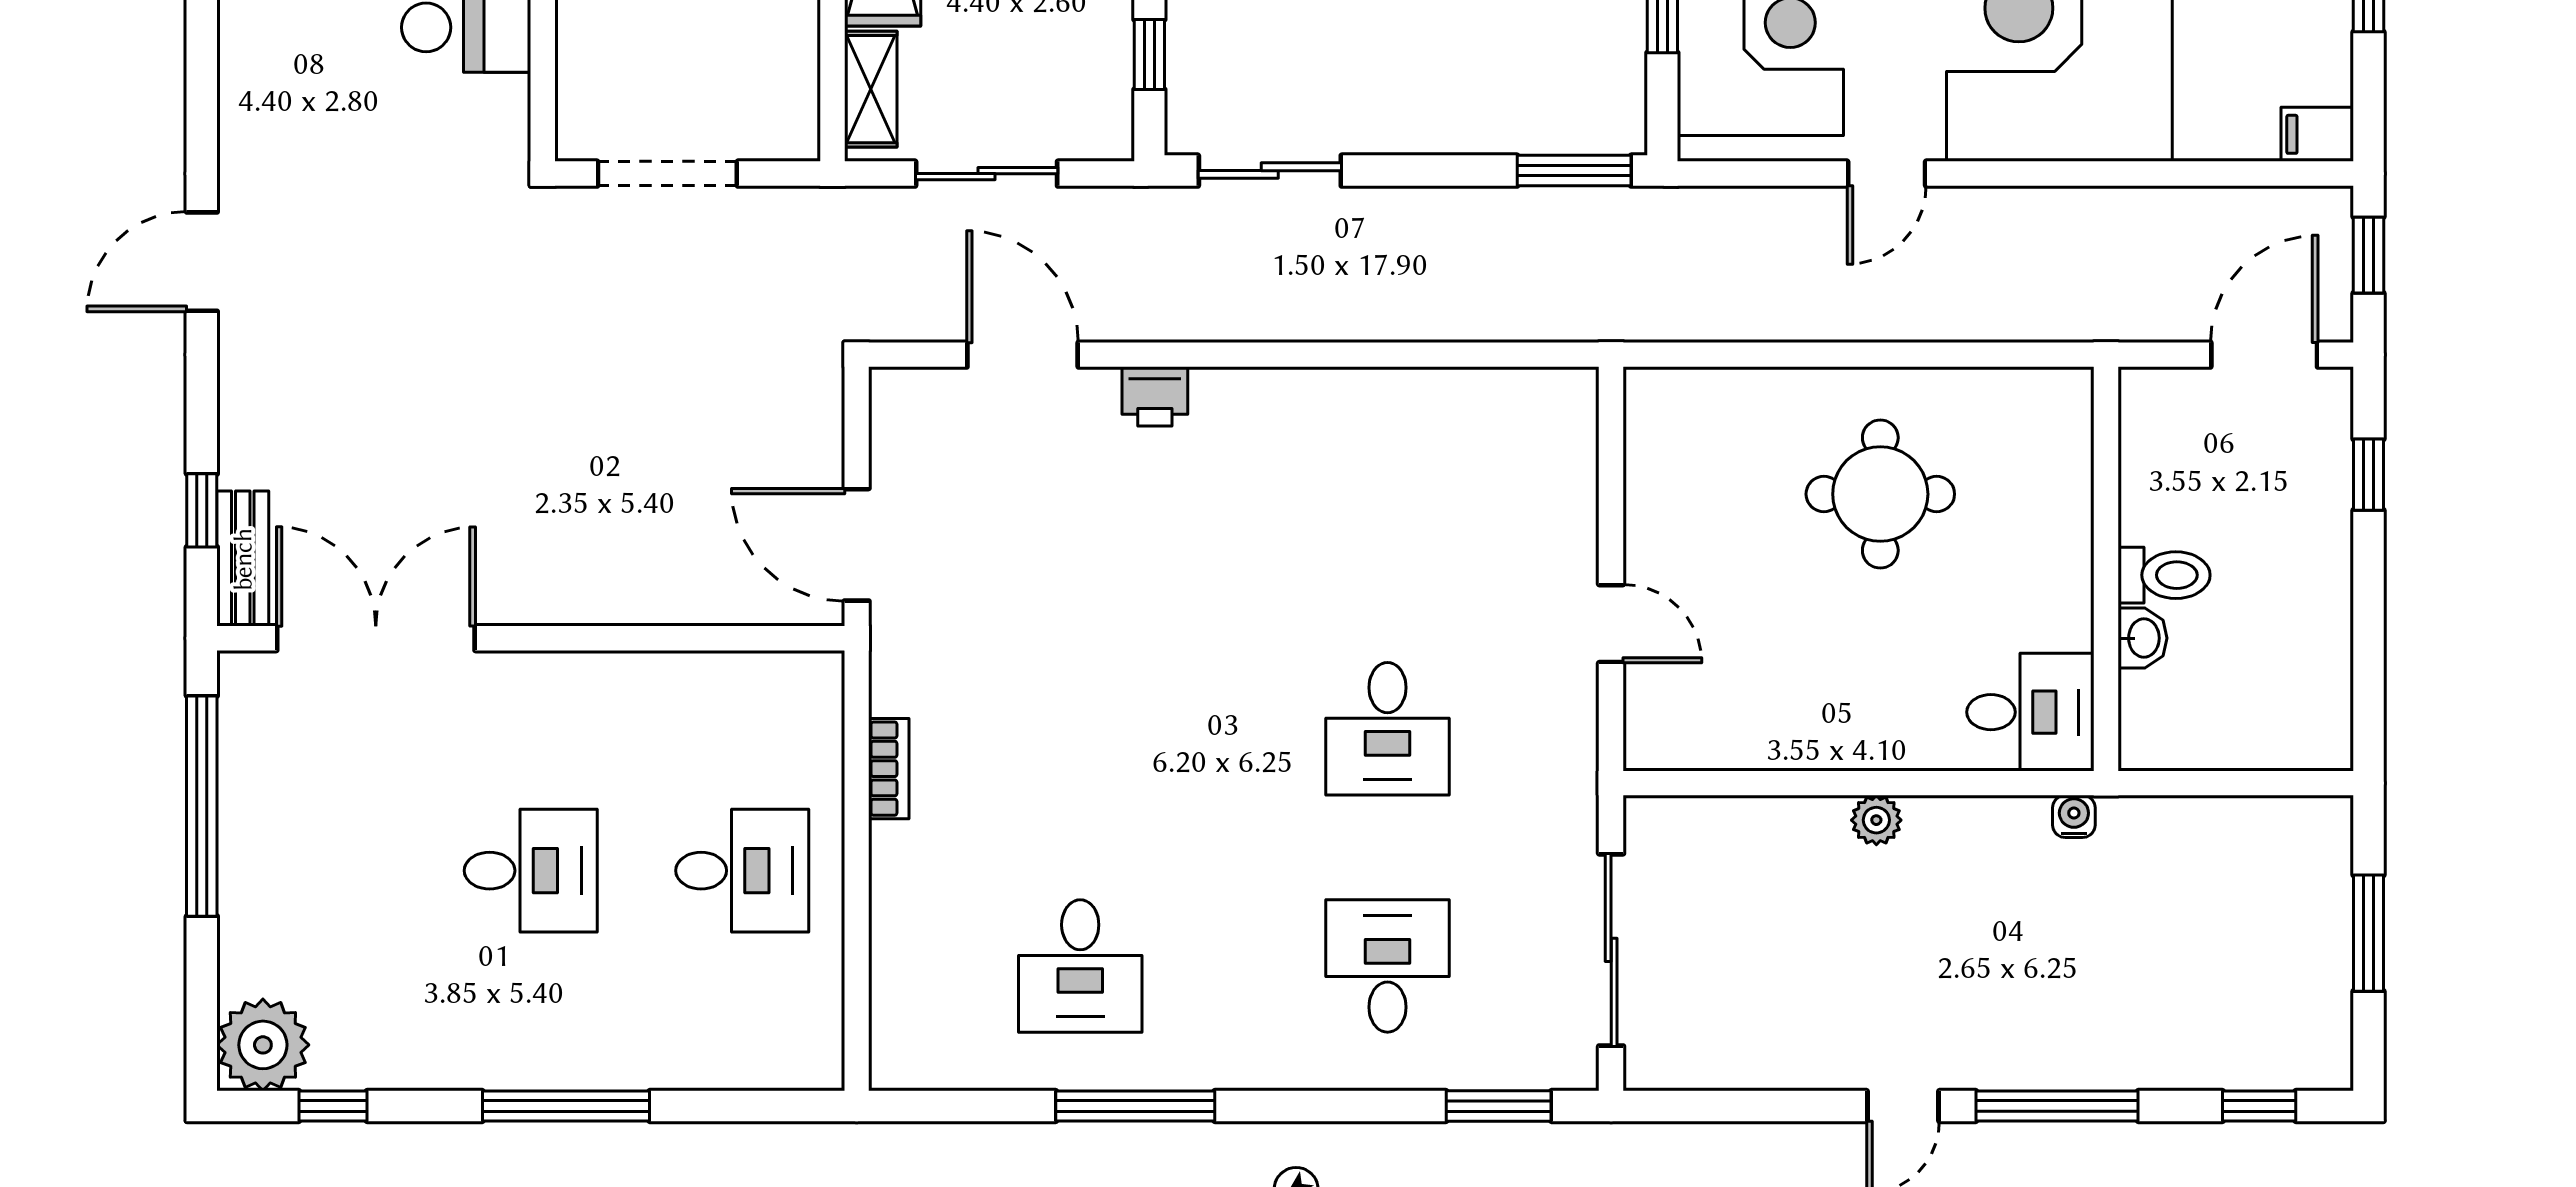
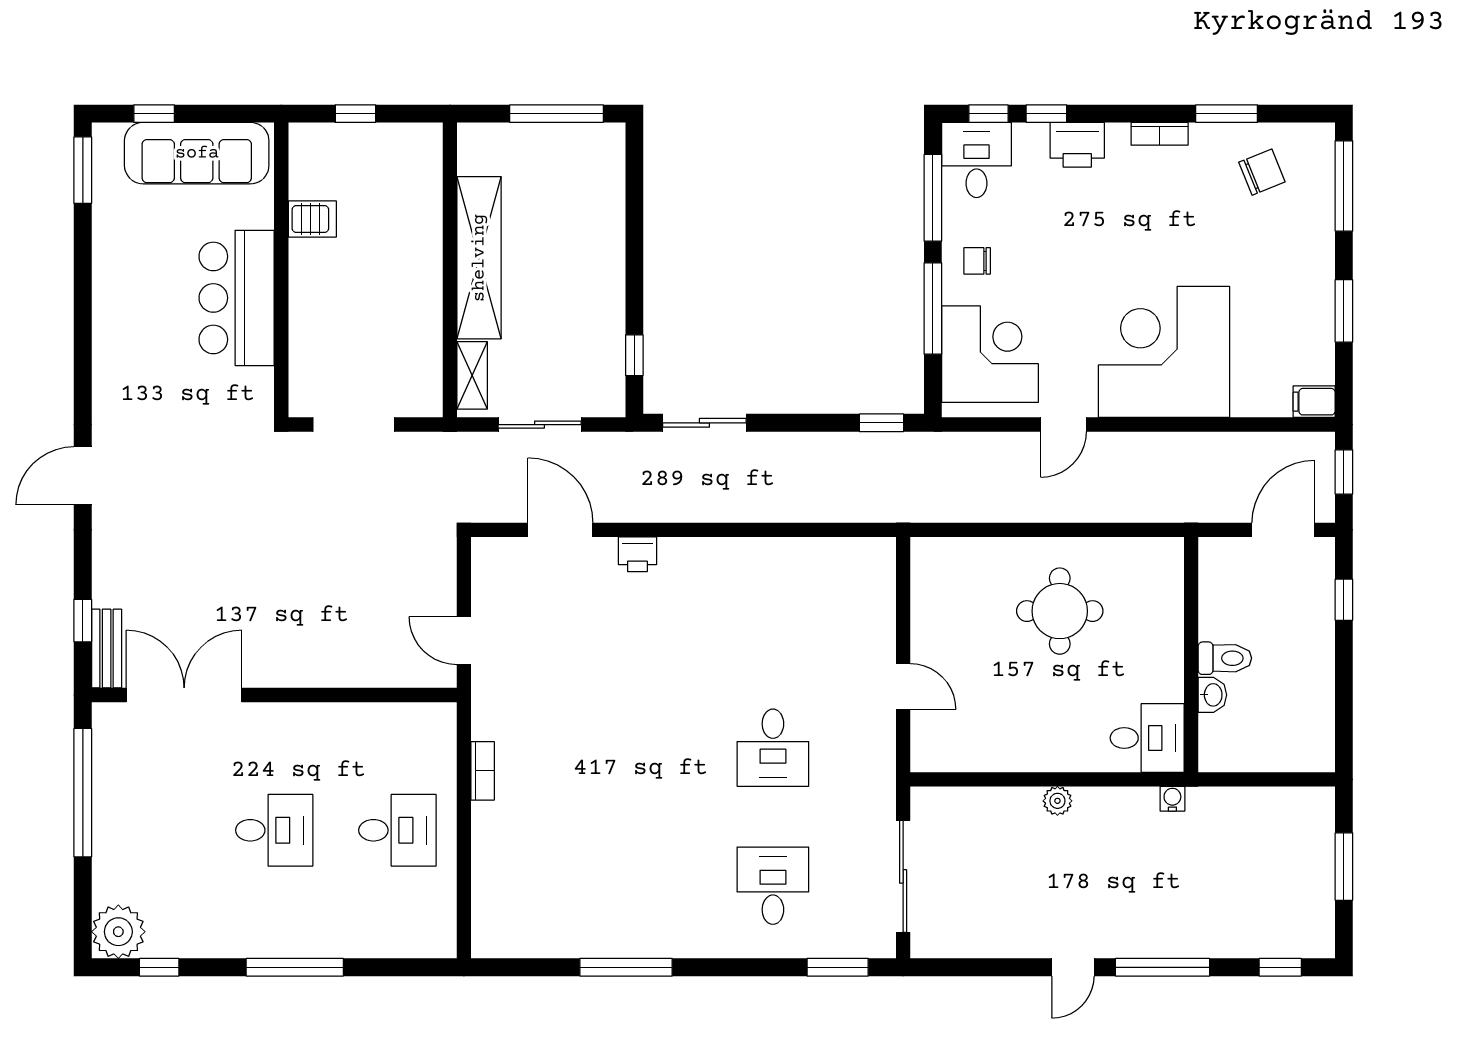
window: (1574, 171) -> (882, 423), width x0.67
door: (857, 545) -> (464, 641), width x0.73
desk: (1080, 966) -> (594, 886), removed

